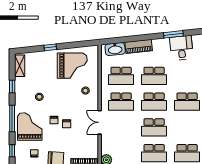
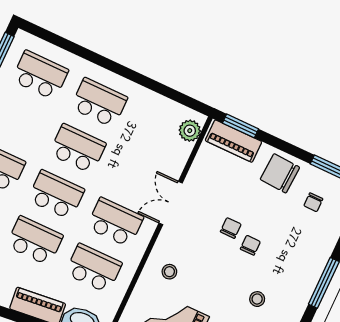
double door: (100, 122) -> (171, 203), swing flipped
grand piano: (30, 127) -> (299, 254), removed

